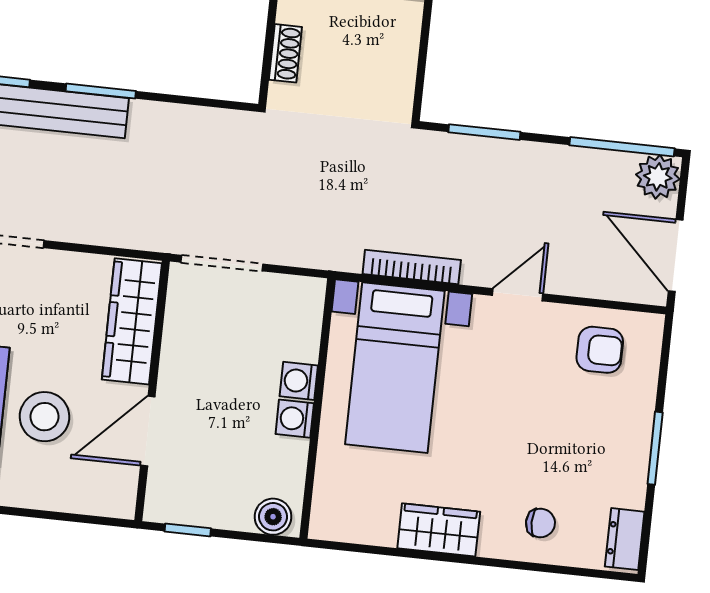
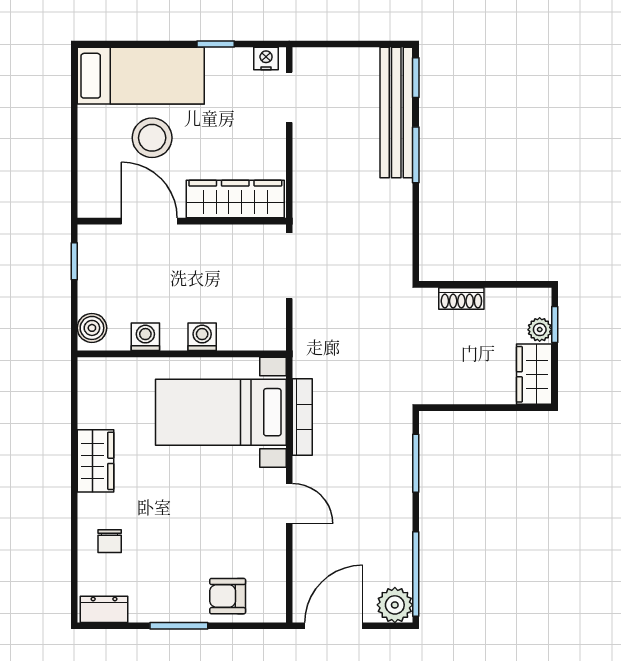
armchair: (600, 350) -> (228, 596), moved, turned 90
washing machine: (295, 419) -> (145, 337), moved

